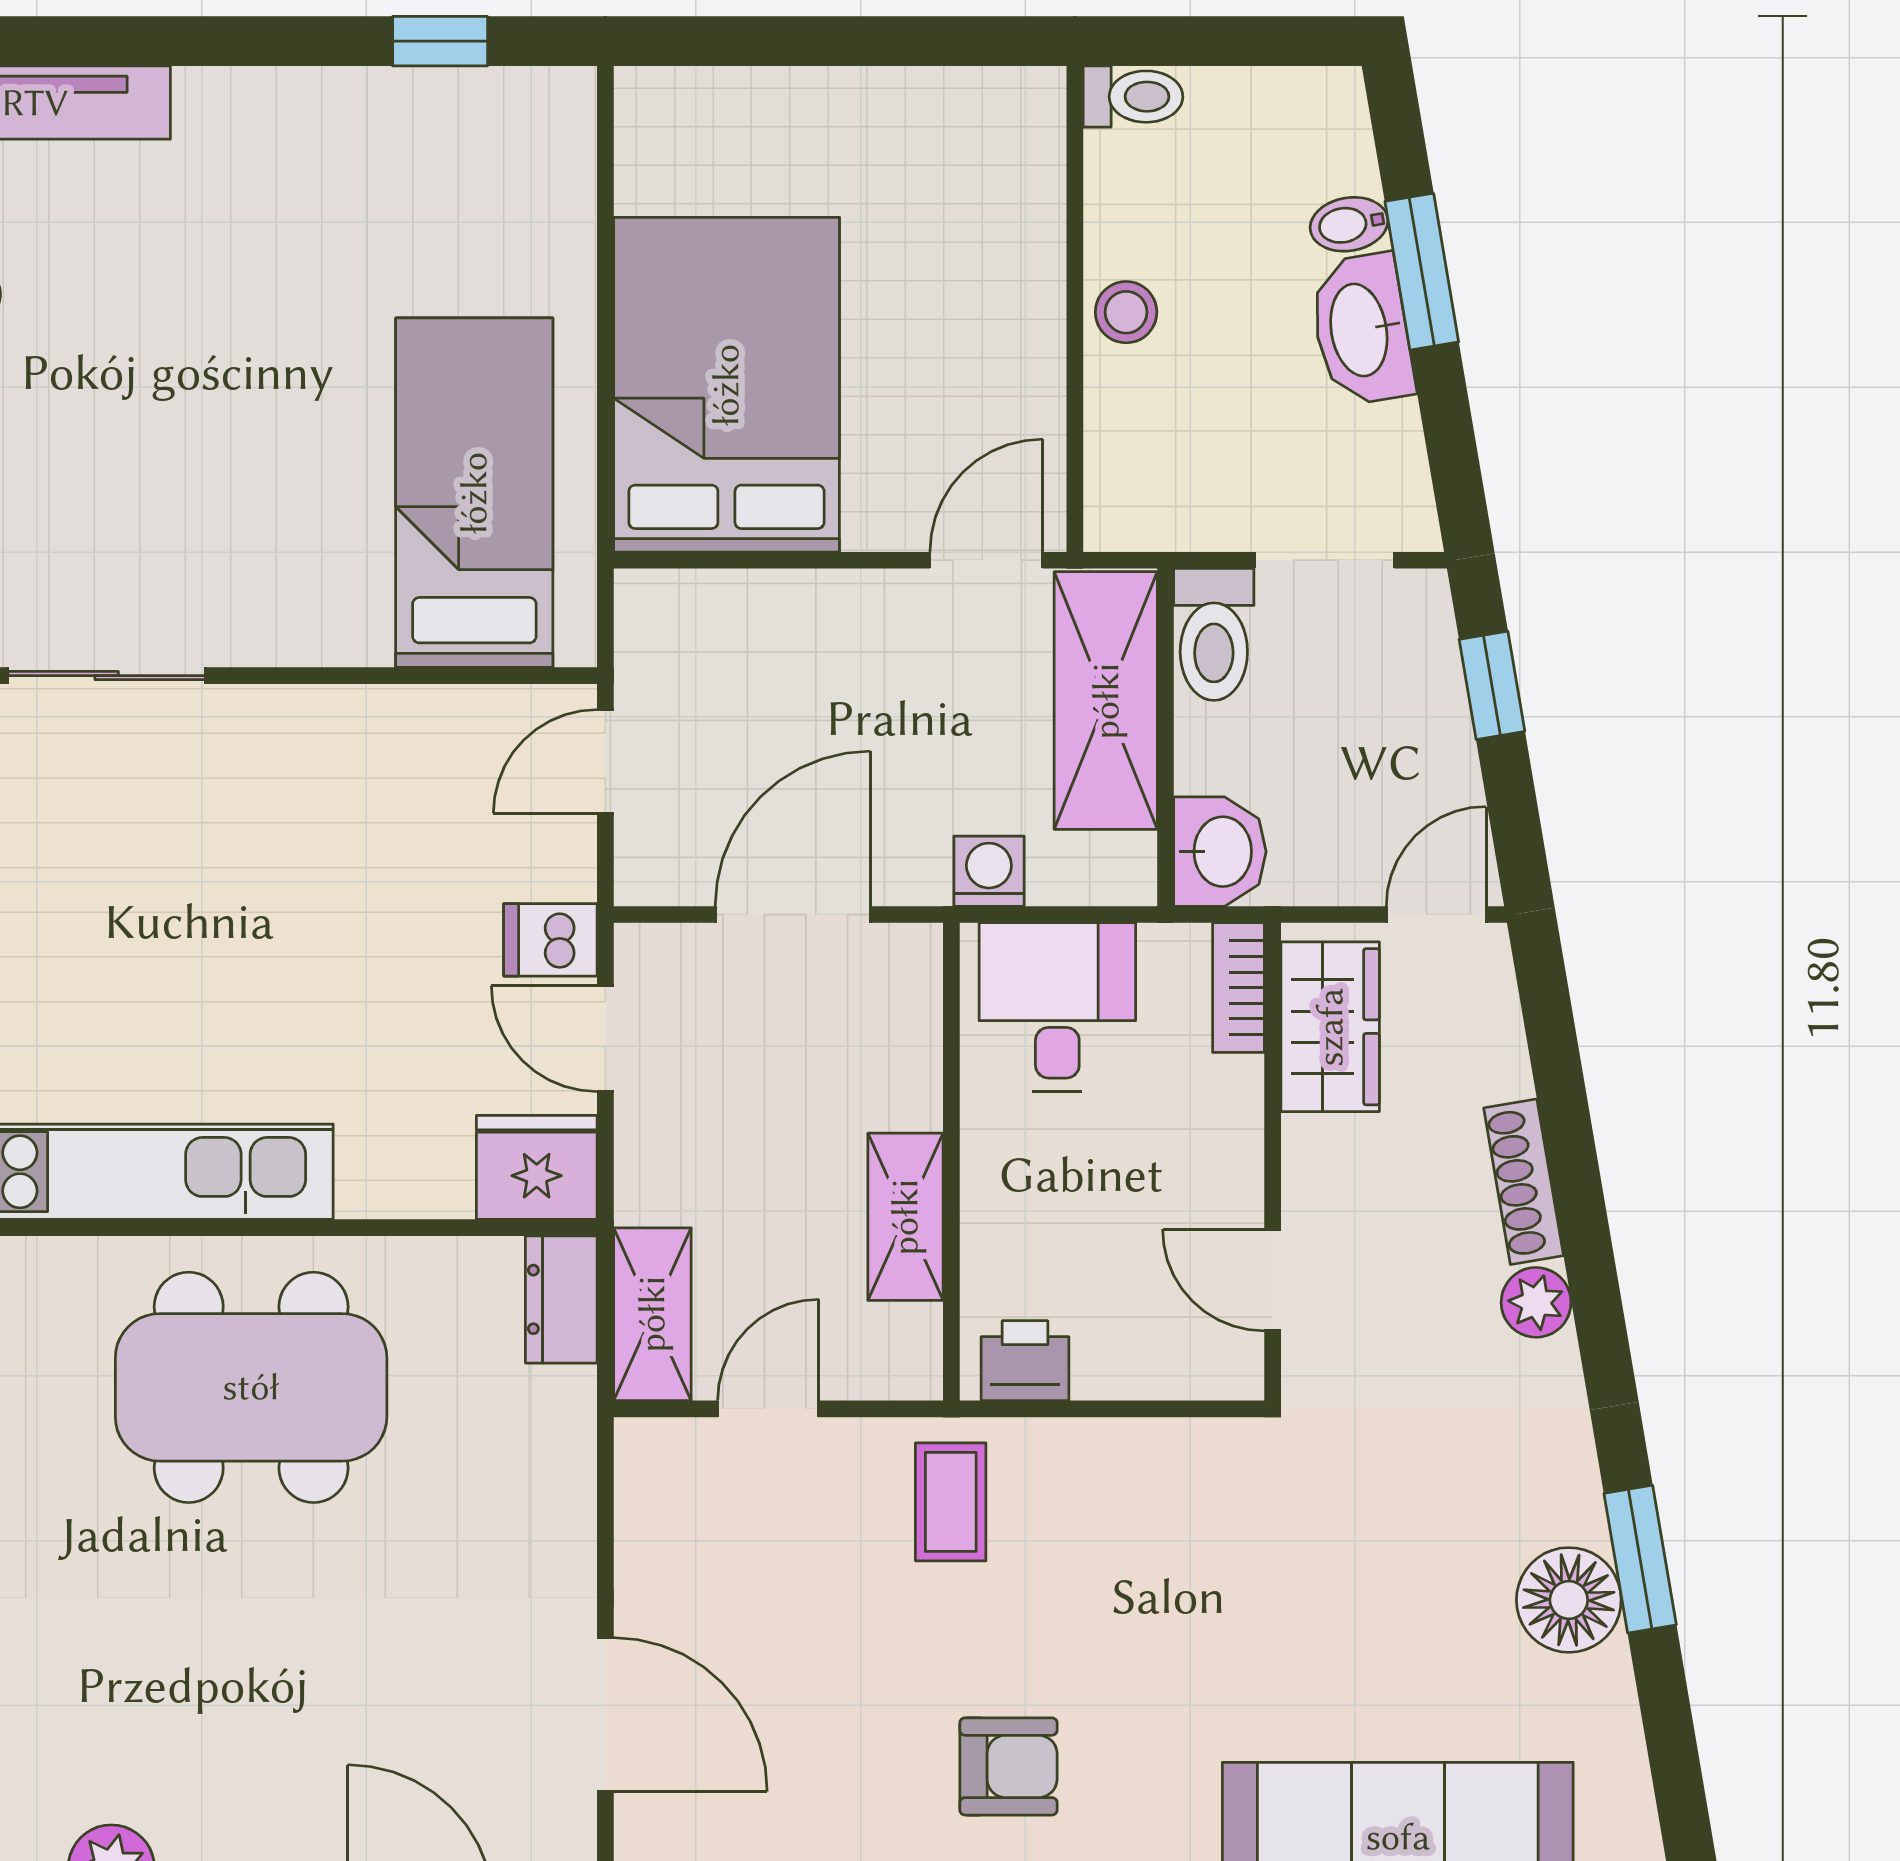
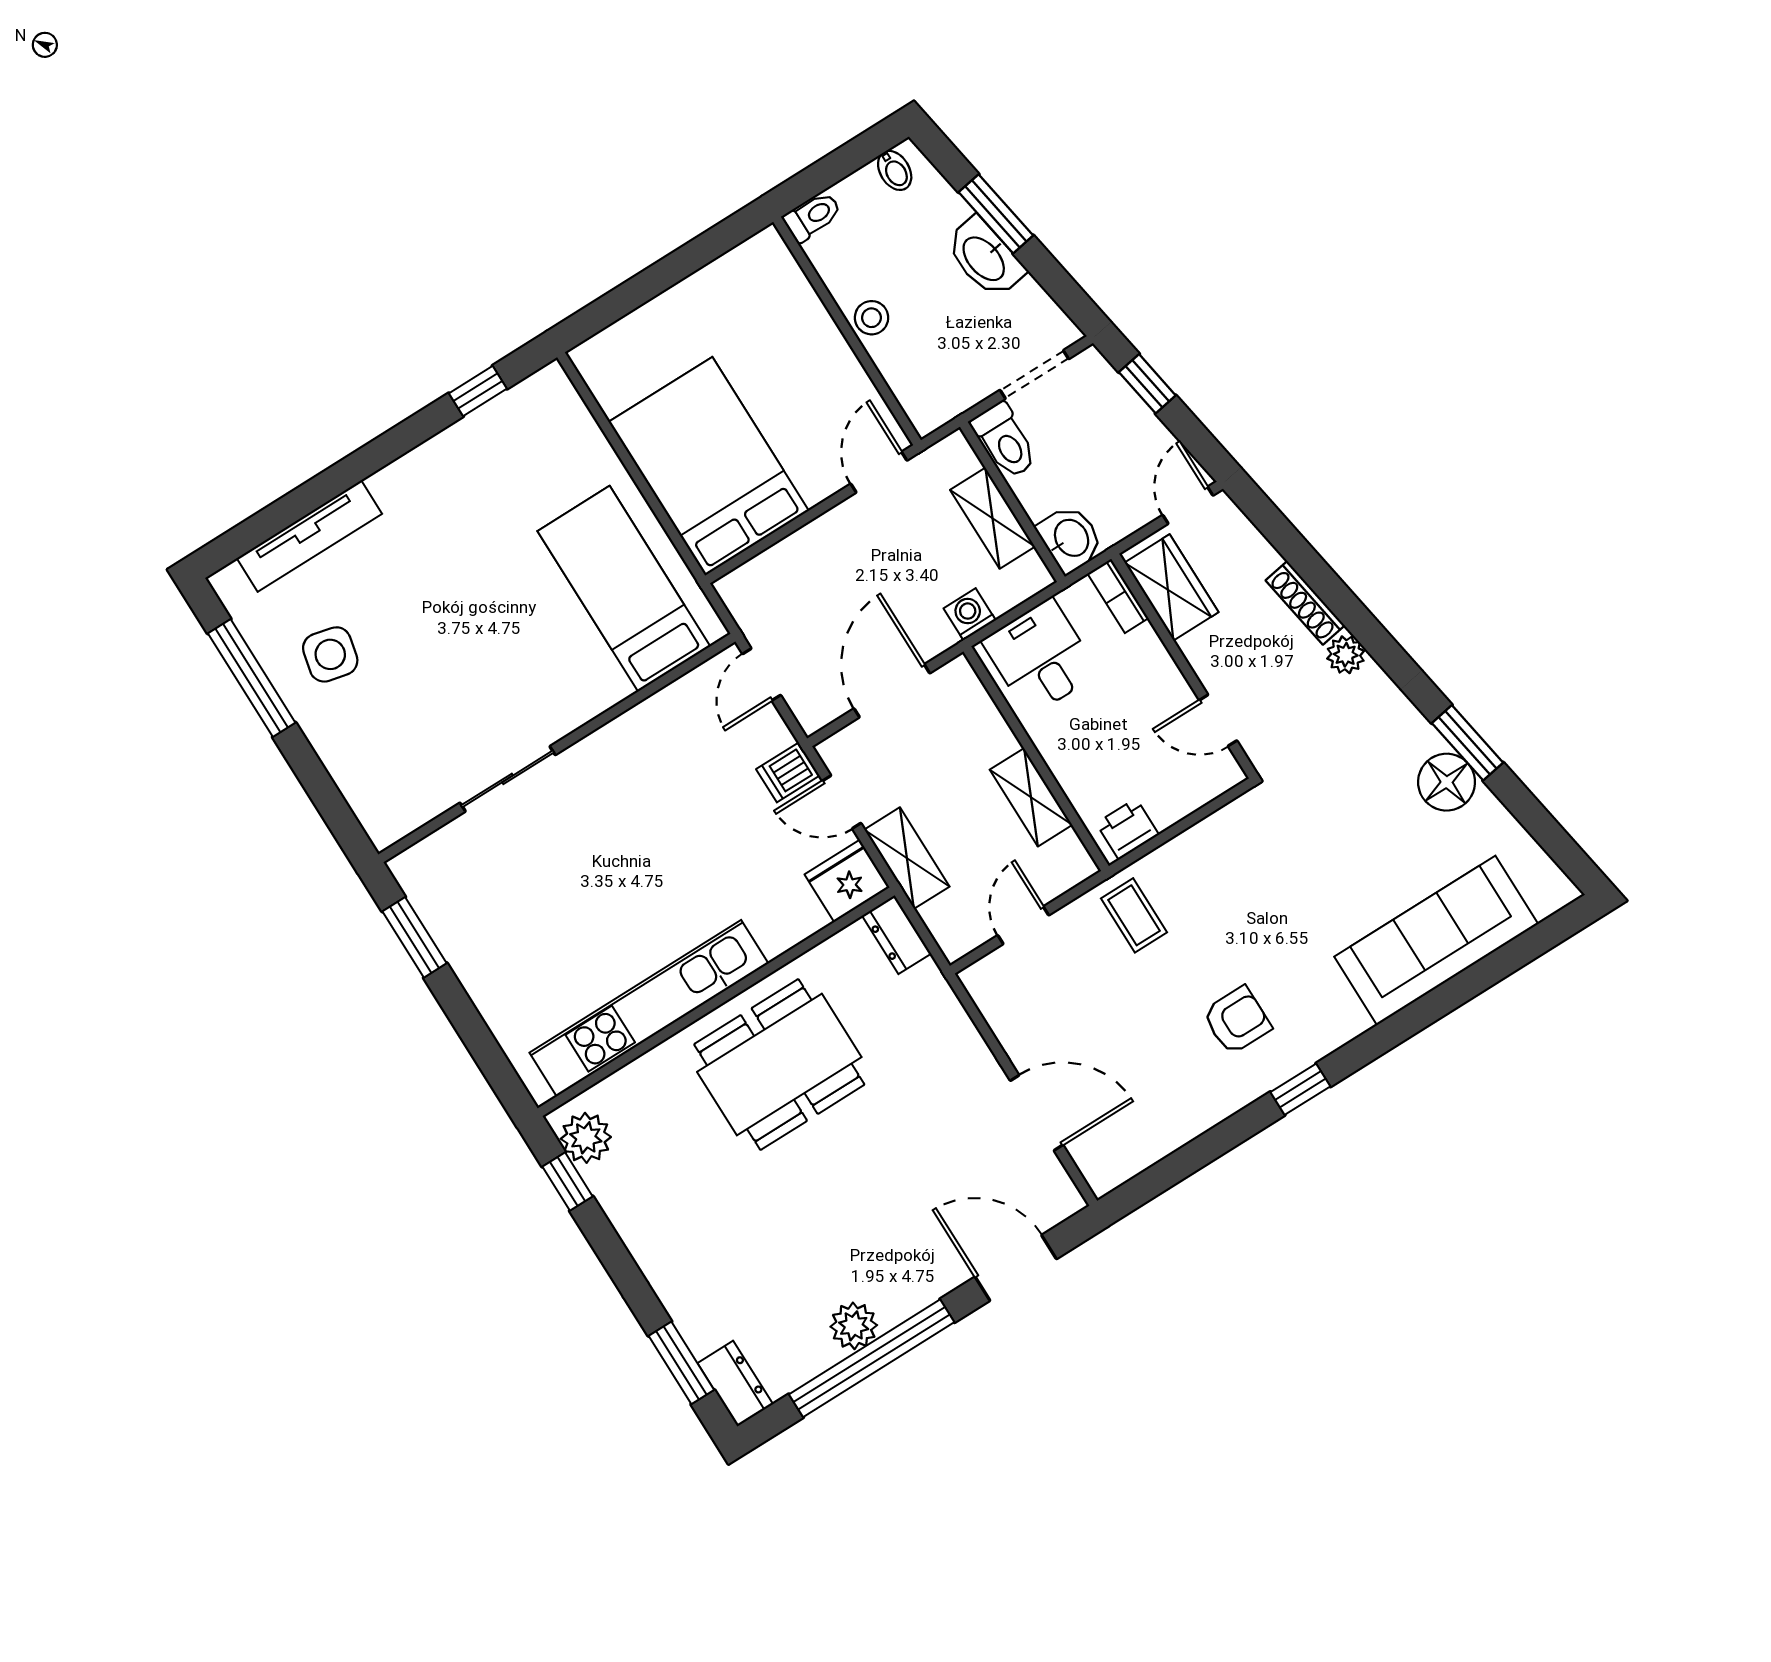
bidet: (1349, 224) -> (895, 170), moved, turned -80
shelving: (1106, 701) -> (992, 518), width x0.67, depth x0.75
shelving: (652, 1314) -> (907, 858), moved

